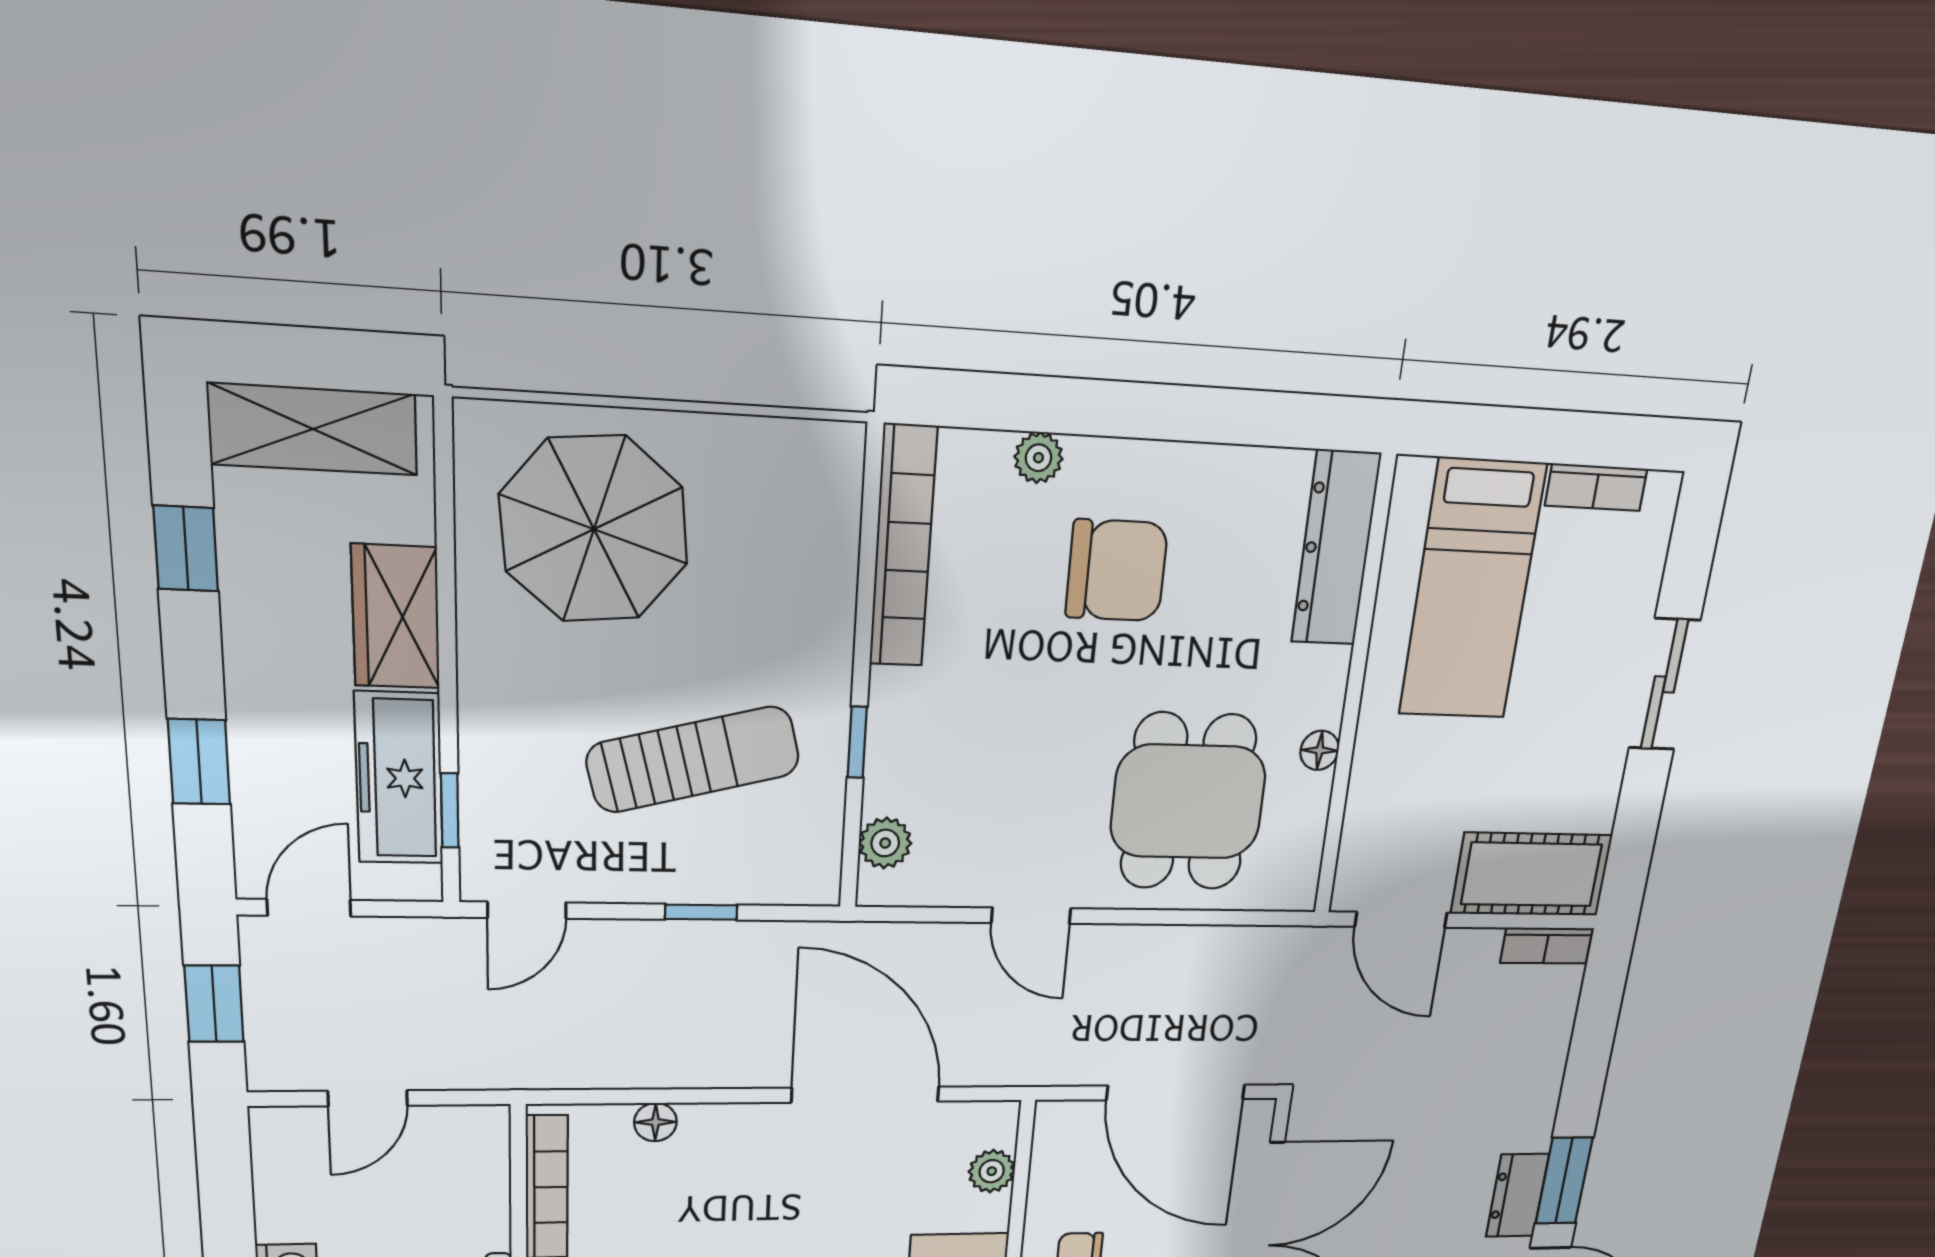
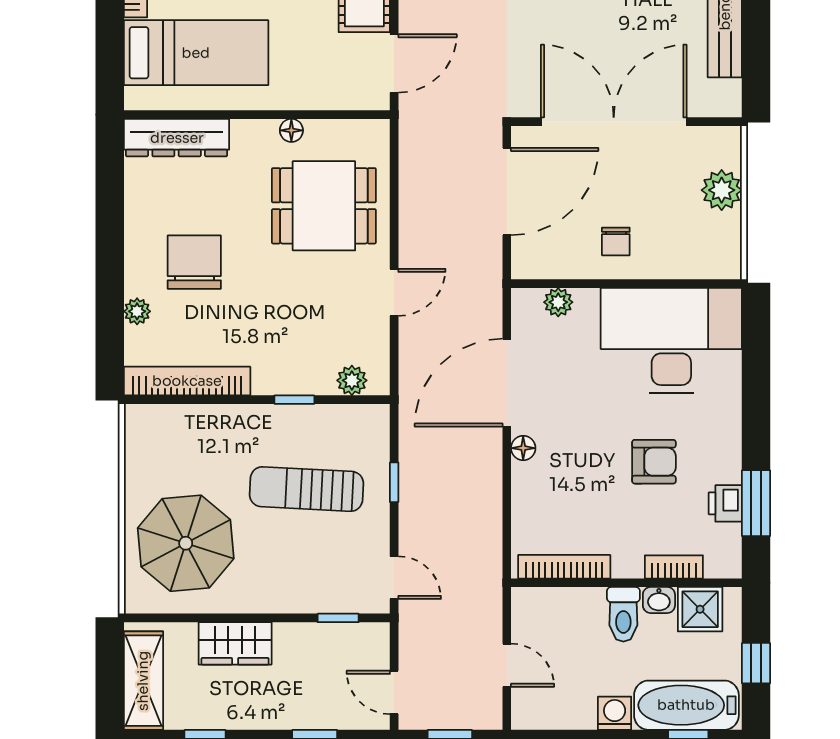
sun lounger: (693, 759) -> (307, 489), turned -73
freezer: (399, 778) -> (321, 644), removed
floor lamp: (655, 1122) -> (523, 448), moved

